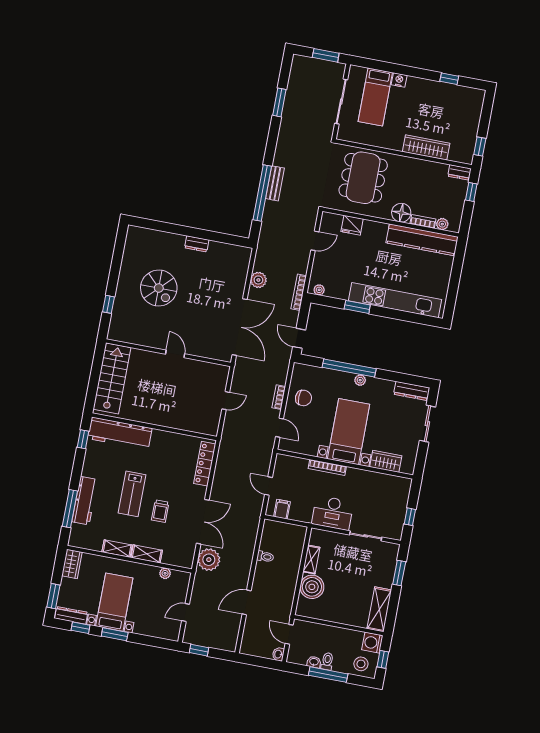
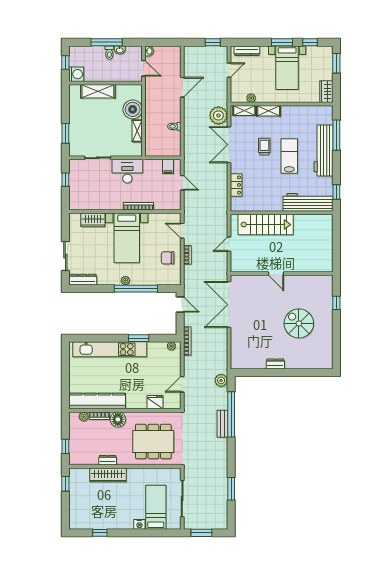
dresser: (459, 172) -> (108, 460), moved
dining table: (363, 178) -> (153, 441), turned 90
plant: (258, 280) -> (221, 380), moved
stairs: (112, 378) -> (266, 225), moved, turned -90
locker: (205, 464) -> (236, 185), width x0.66
workbench: (85, 501) -> (323, 150), width x1.36, depth x1.32
shelving: (117, 549) -> (244, 111), moved
shelving: (379, 609) -> (98, 91), moved, turned 90
dresser: (71, 615) -> (247, 51), moved
stool: (361, 664) -> (82, 56), removed

